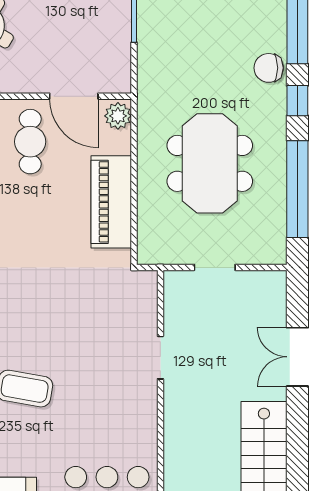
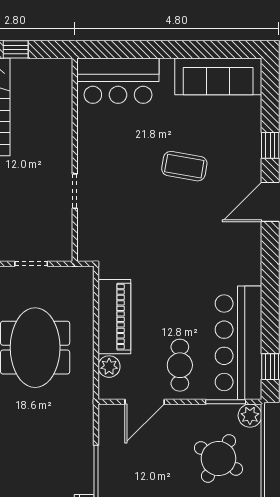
door: (74, 96) -> (145, 402), swing flipped
plant: (118, 116) -> (109, 367), moved

